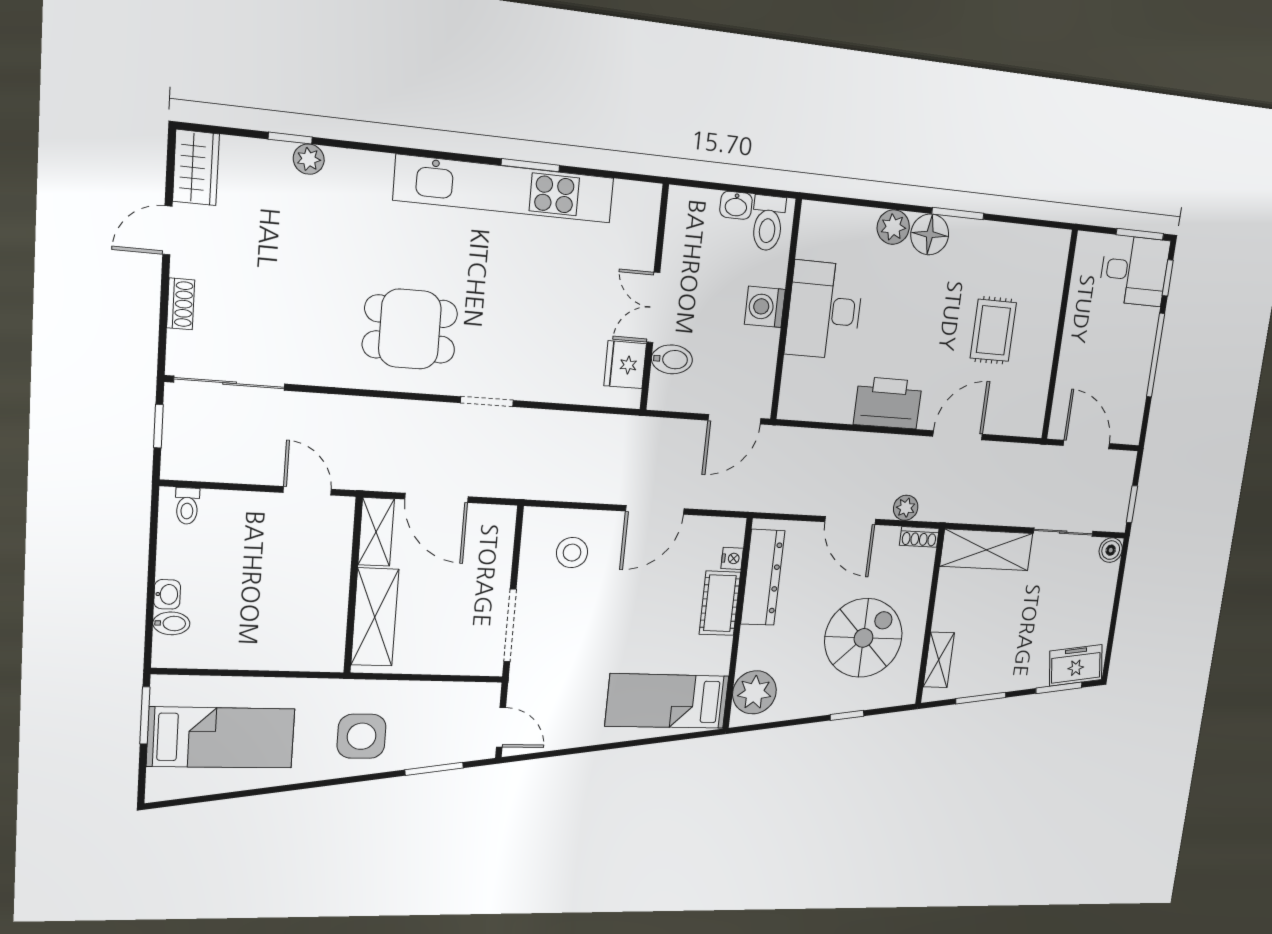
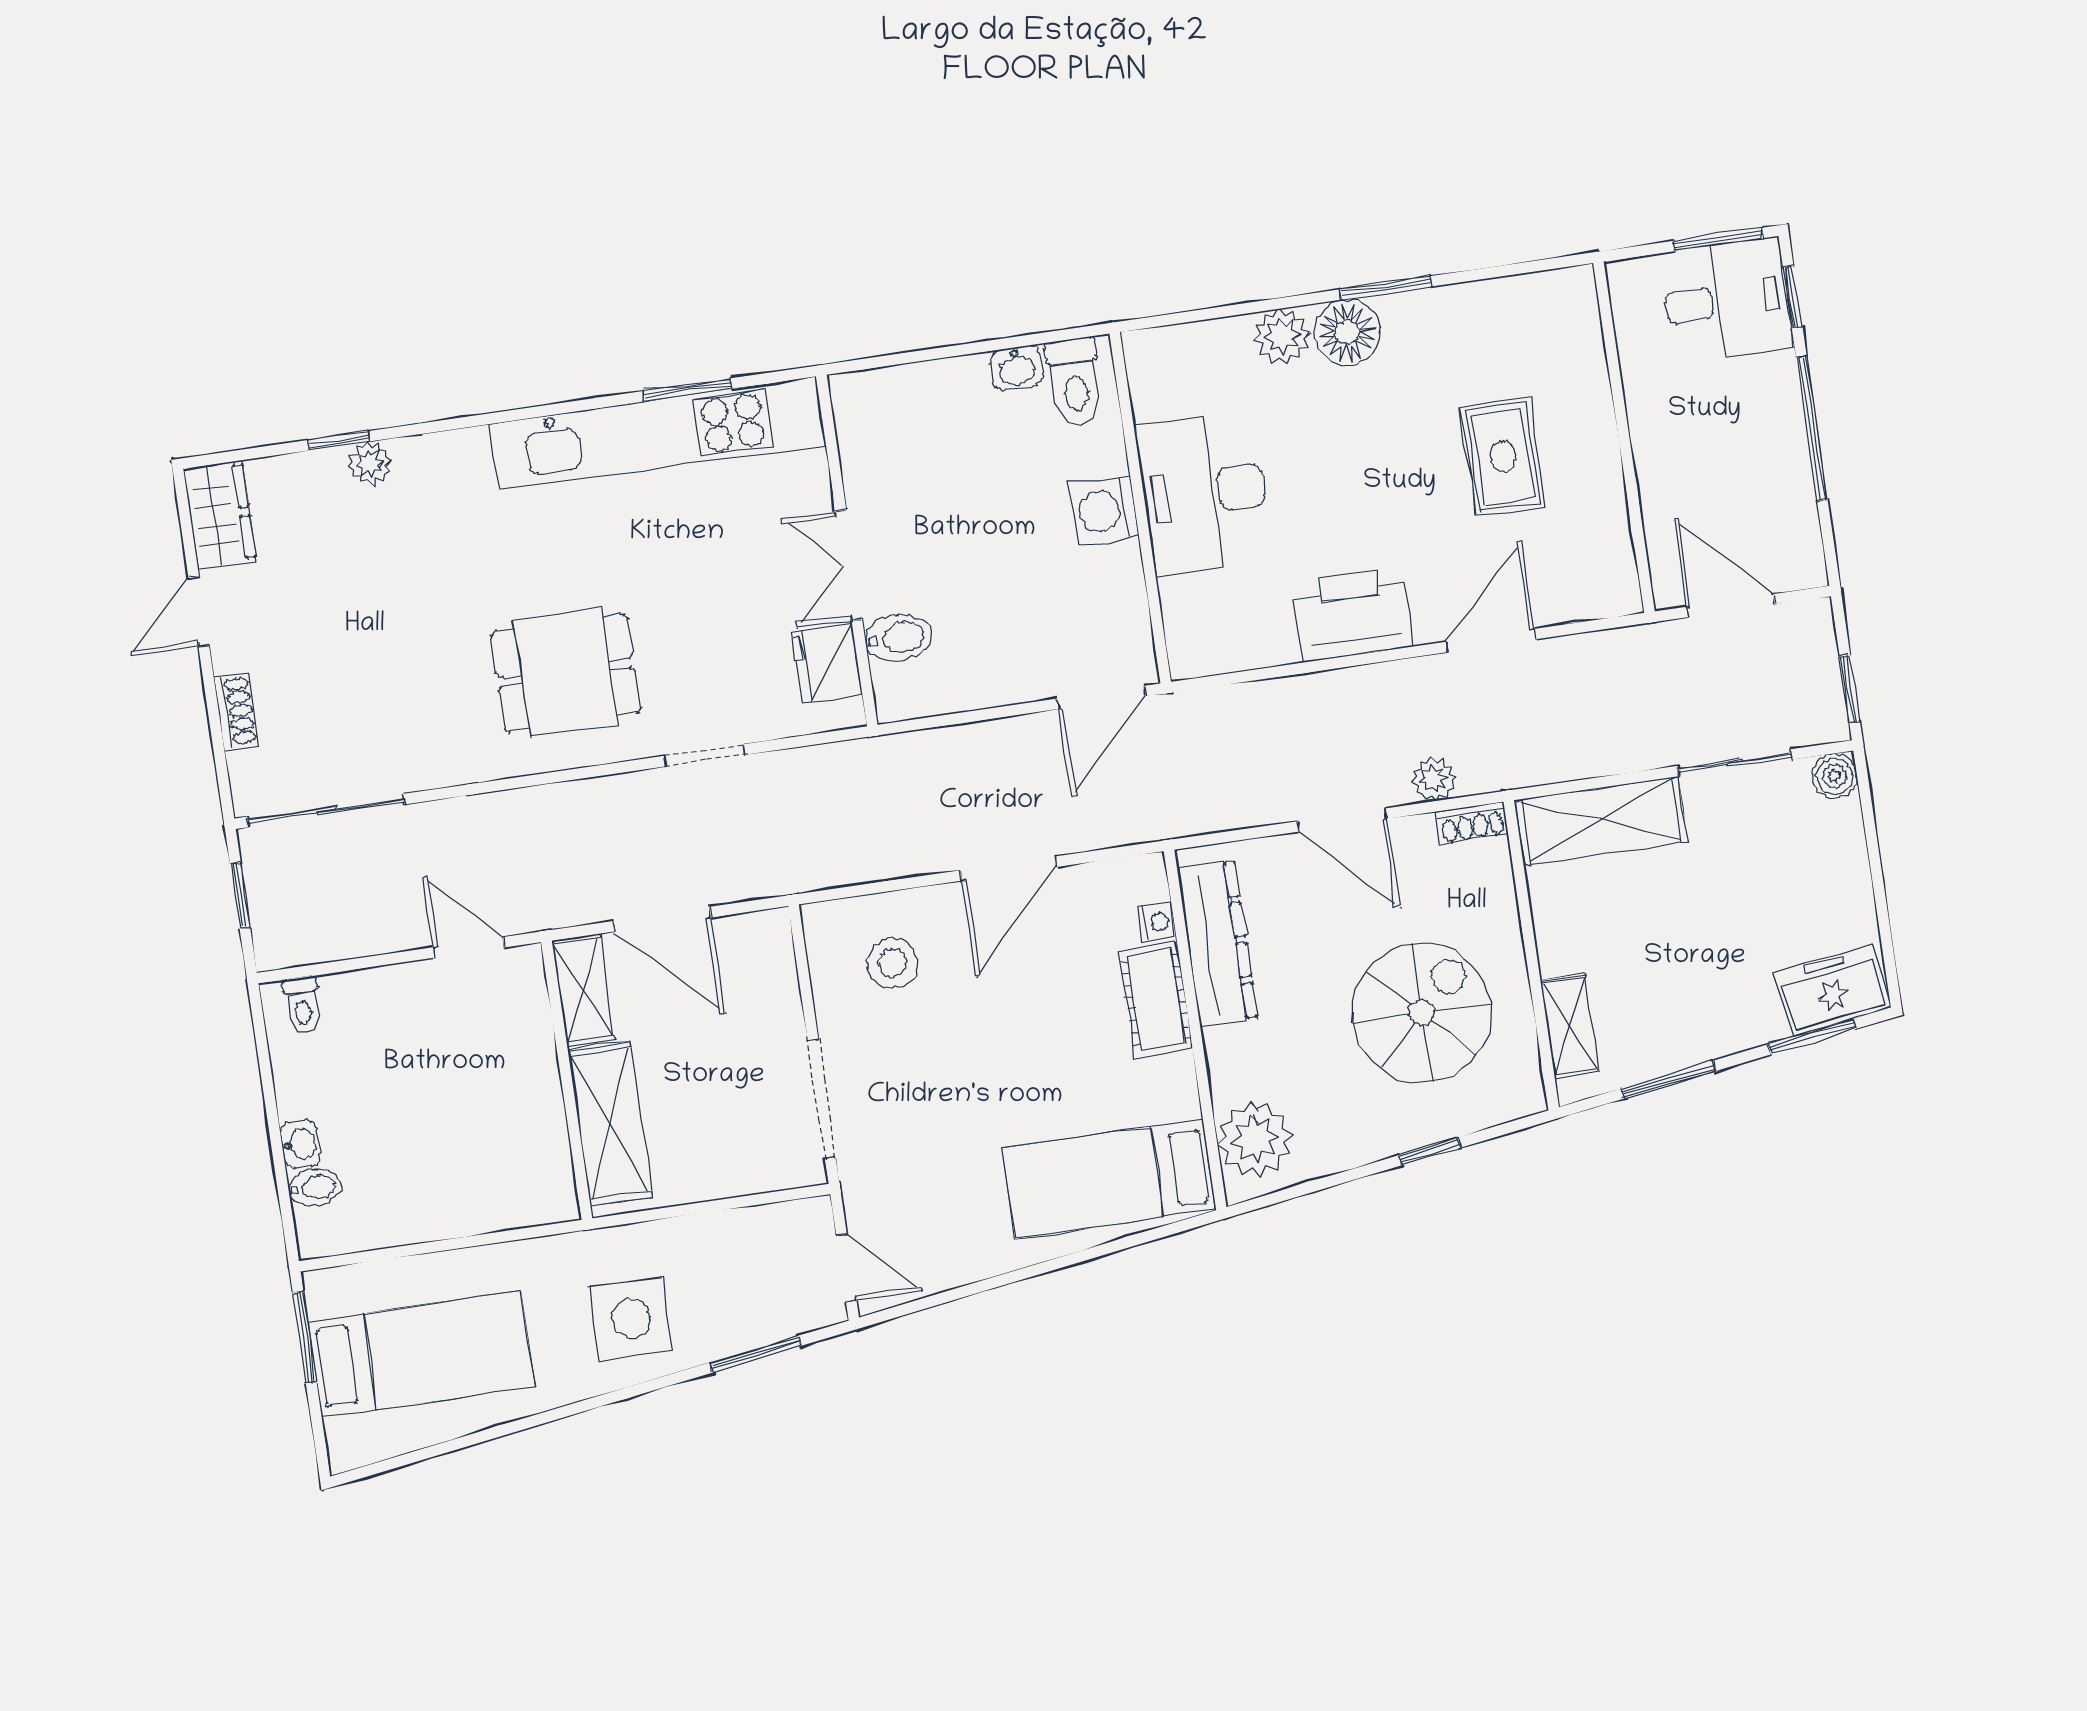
wall: (654, 298) -> (847, 551), moved
double door: (653, 307) -> (849, 565), moved
bidet: (672, 359) -> (898, 638), moved
fridge: (625, 365) -> (827, 663), moved

